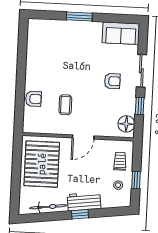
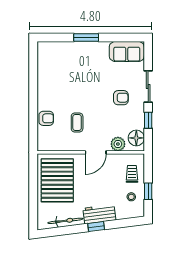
plant: (107, 129) -> (118, 144), added

